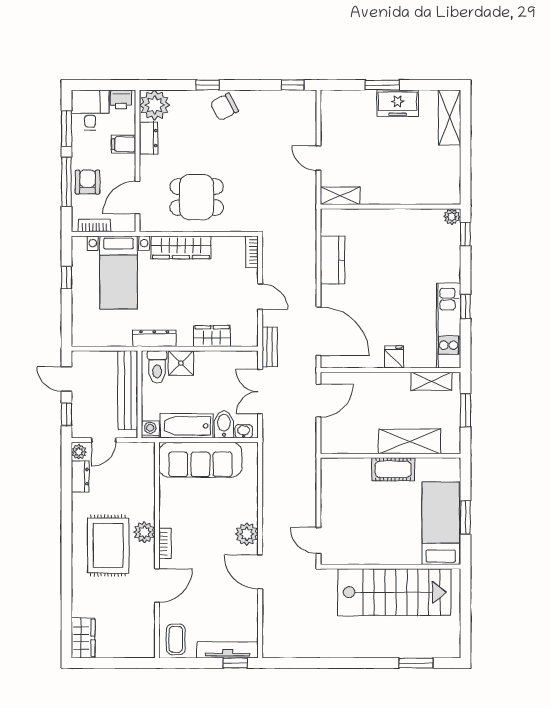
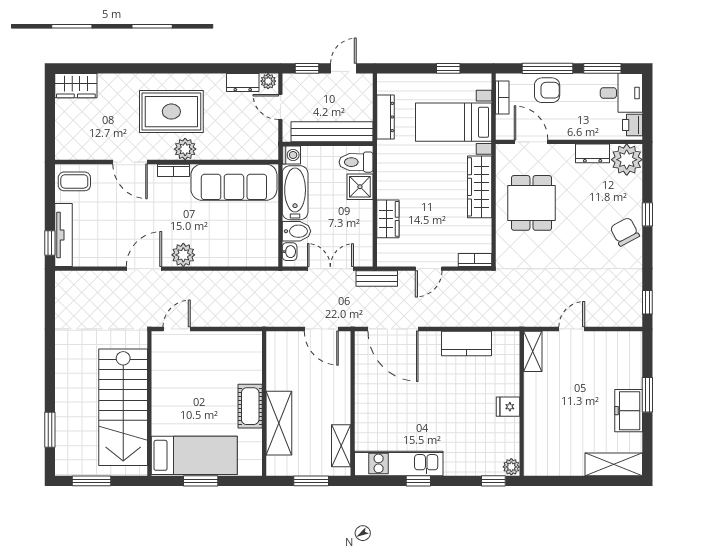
filing cabinet: (124, 144) -> (586, 127), removed
door: (319, 331) -> (393, 329), hinge flipped
dresser: (154, 338) -> (386, 117), moved
fridge: (394, 357) -> (508, 407), moved, turned 180
sofa: (200, 460) -> (234, 182), moved, turned -90
window: (465, 623) -> (92, 481), added

